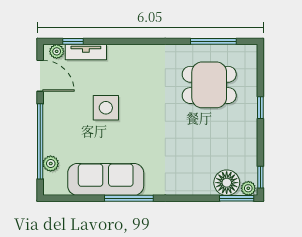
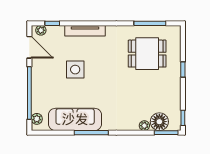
tv unit: (86, 52) -> (85, 31), moved, width x1.41
plant: (51, 164) -> (37, 119), moved
plant: (248, 188) -> (144, 126), moved

